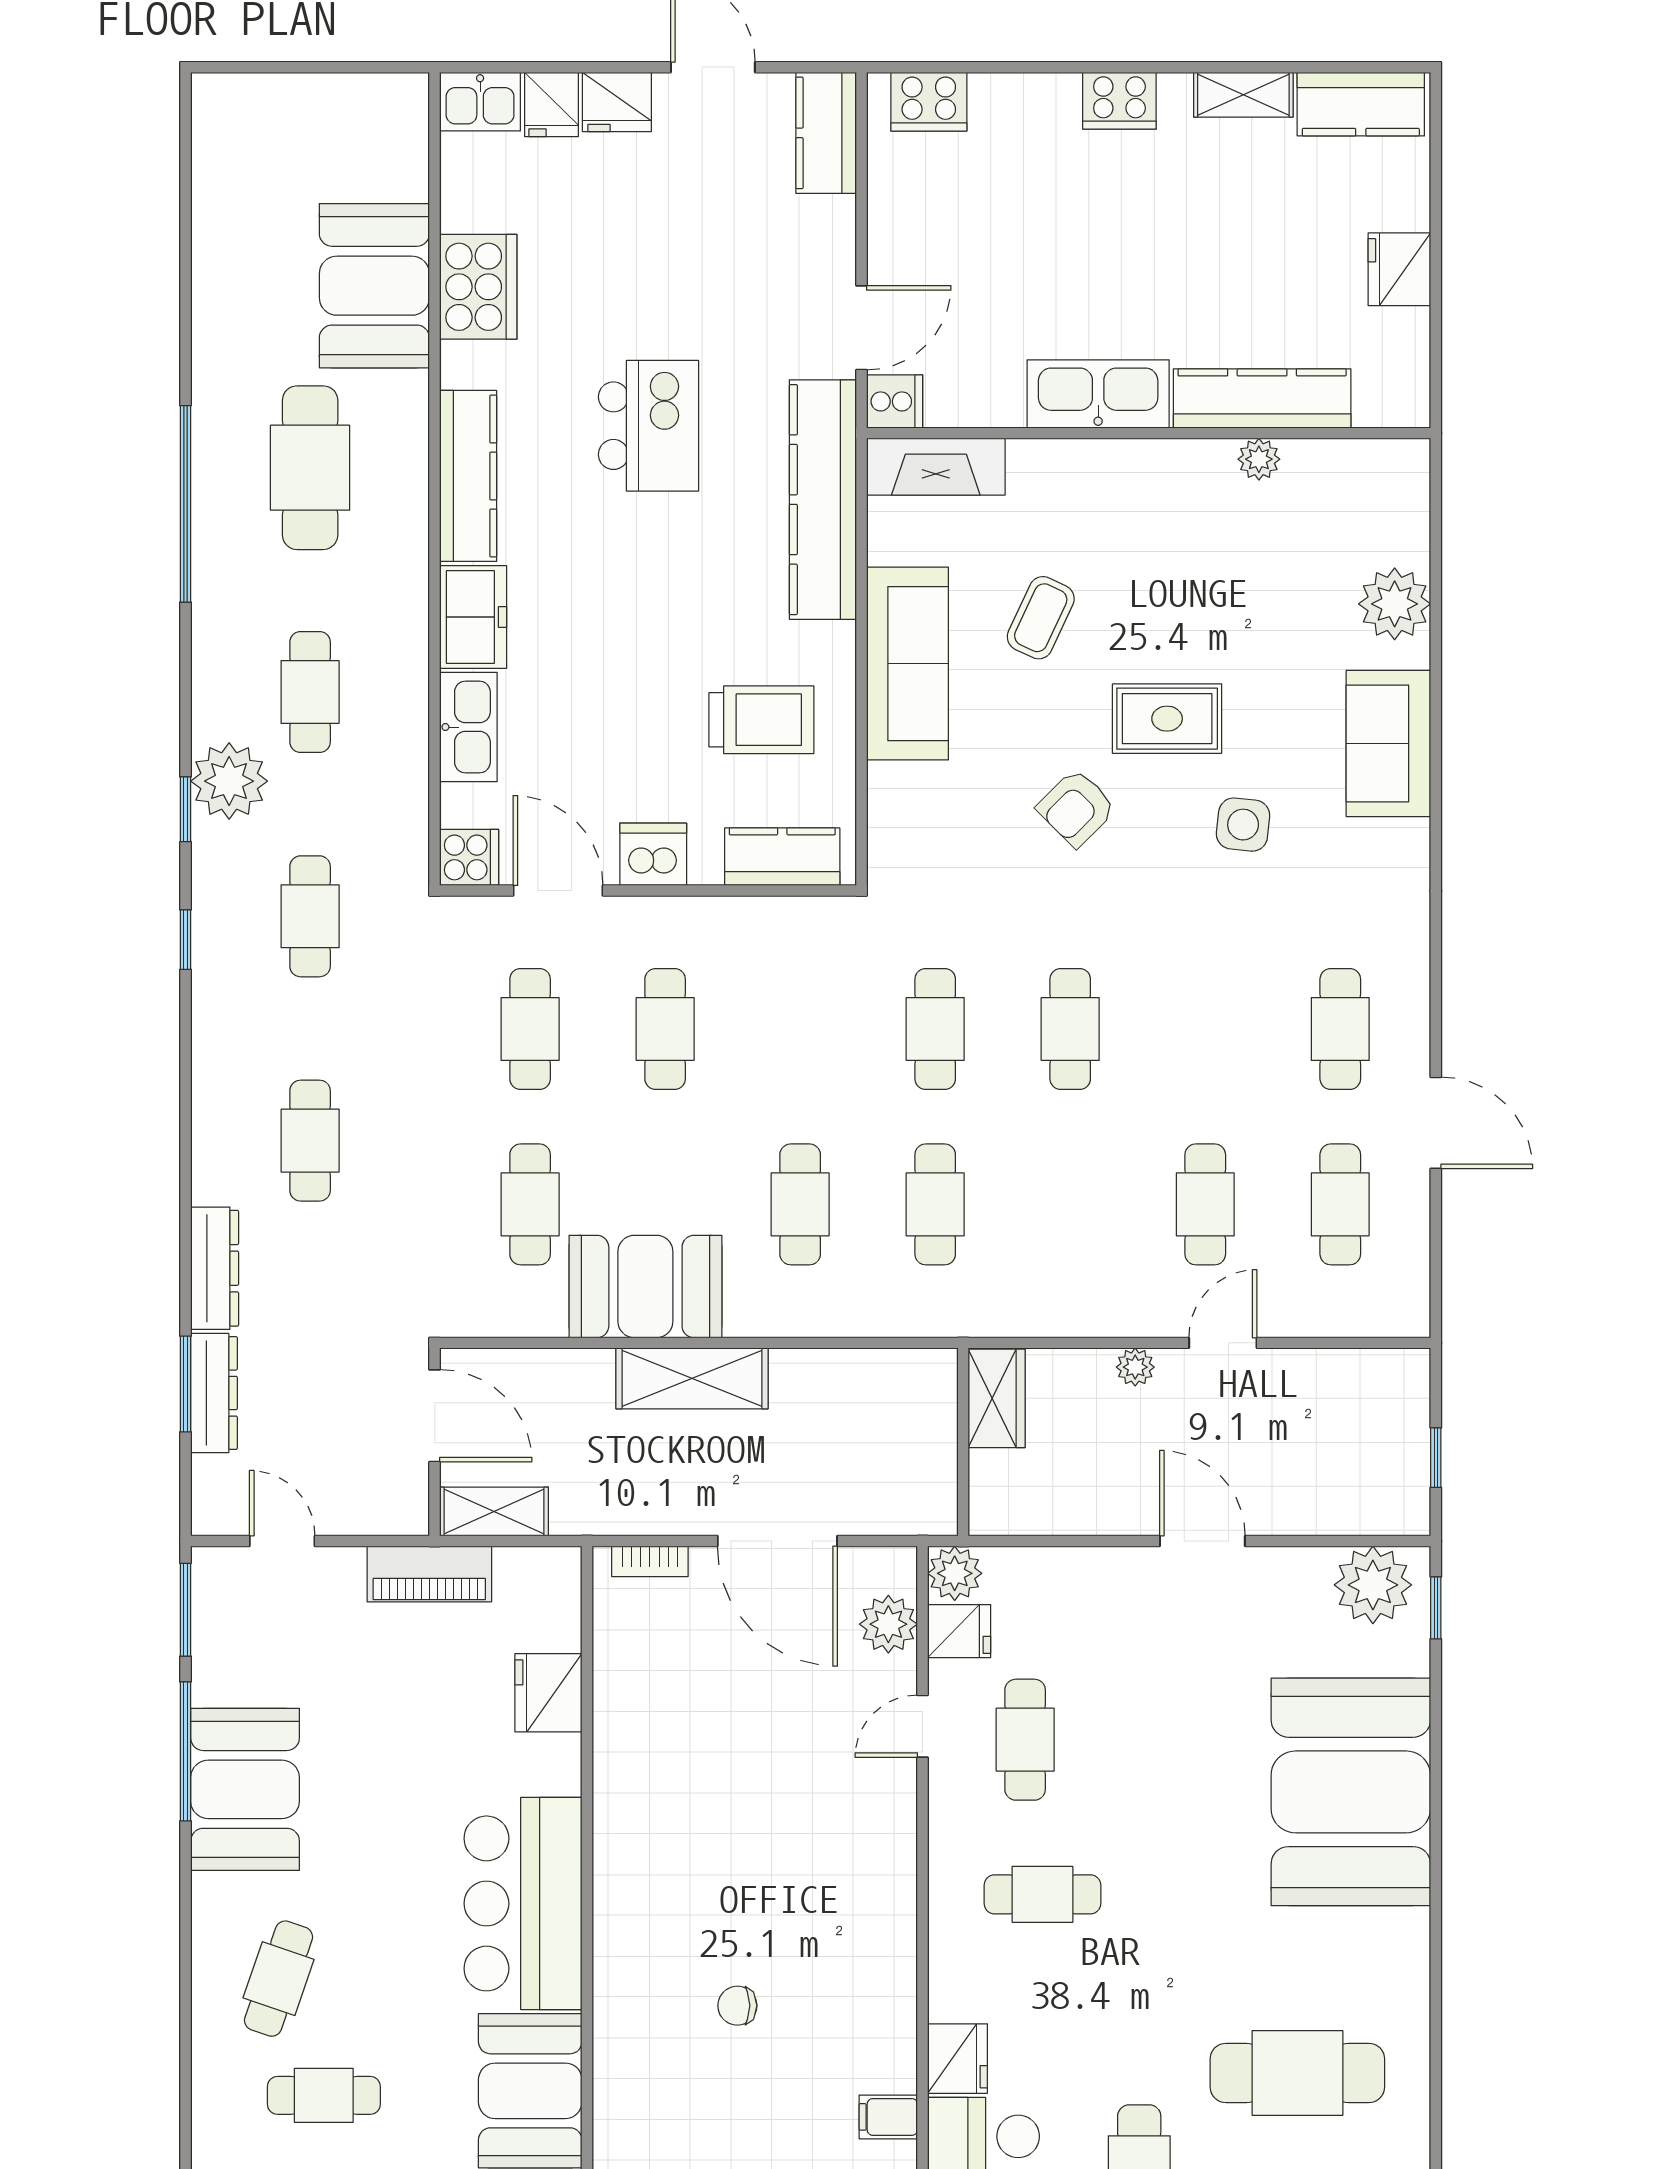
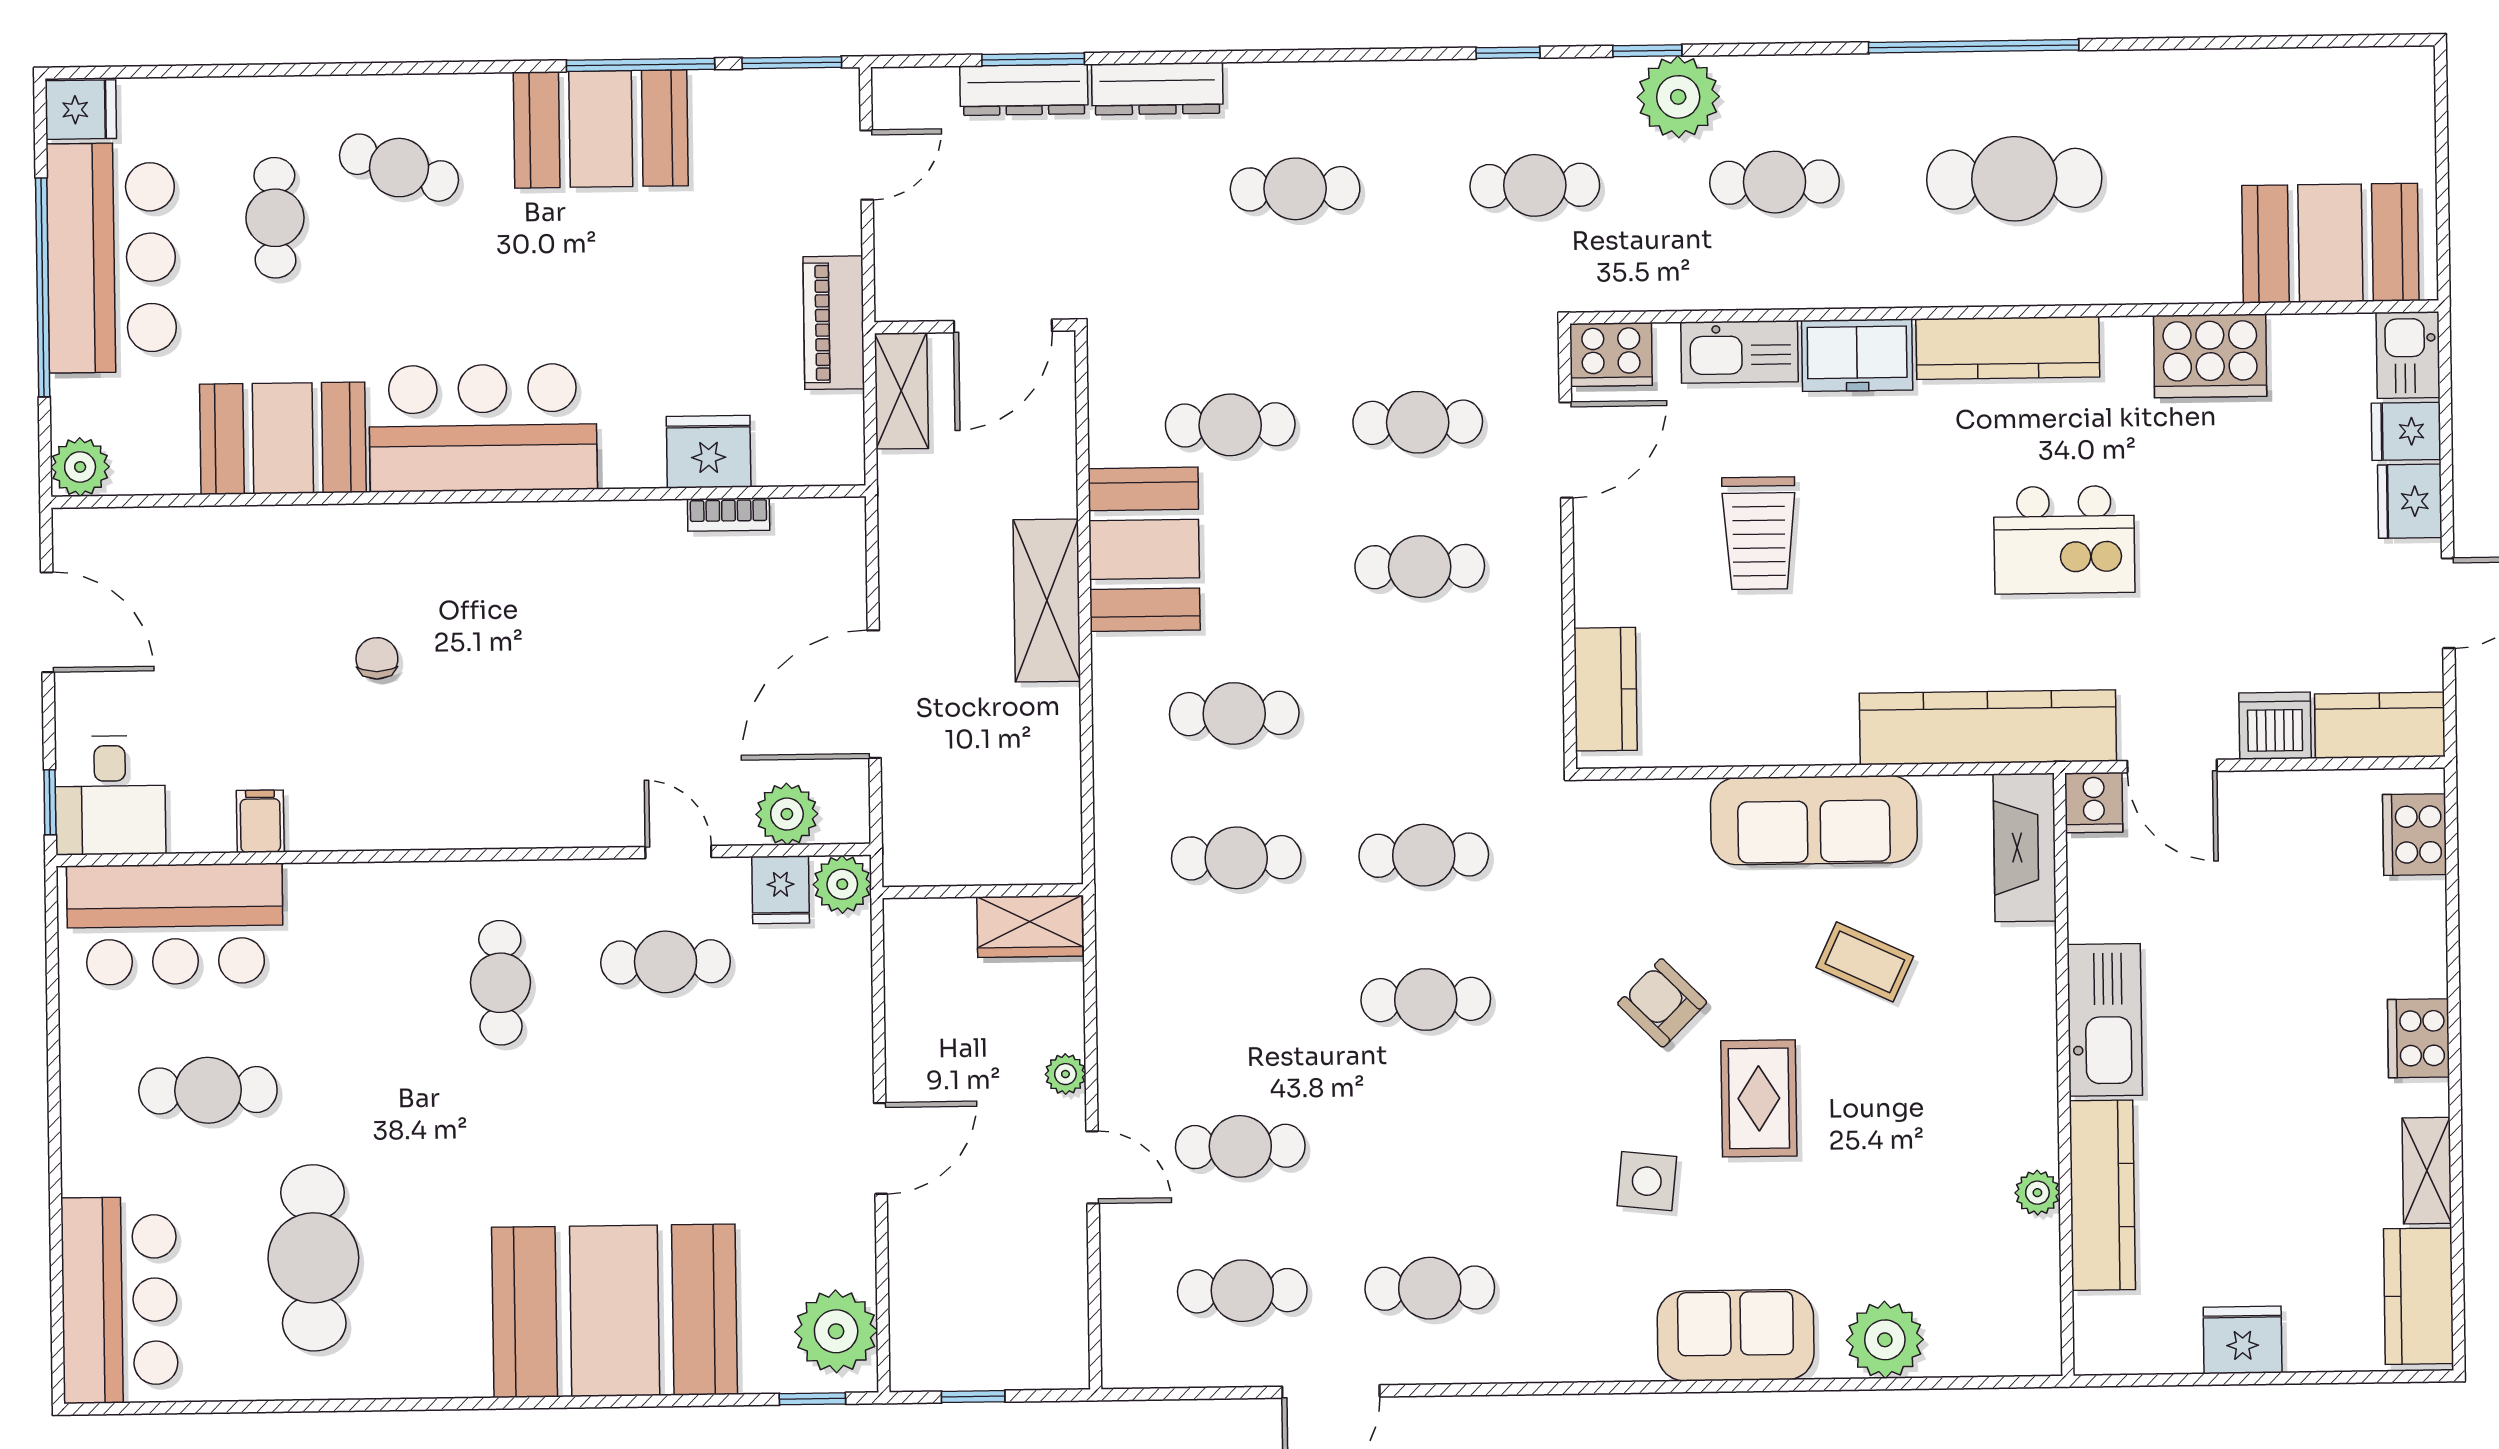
booth: (374, 286) -> (2330, 243), moved
trolley: (761, 720) -> (1759, 533), moved
dishwasher: (653, 854) -> (2275, 726), moved, turned -90
cooker: (469, 857) -> (1611, 354), width x1.36
bookcase: (650, 1561) -> (729, 515), moved, turned -90
fridge: (957, 2059) -> (324, 894), removed

